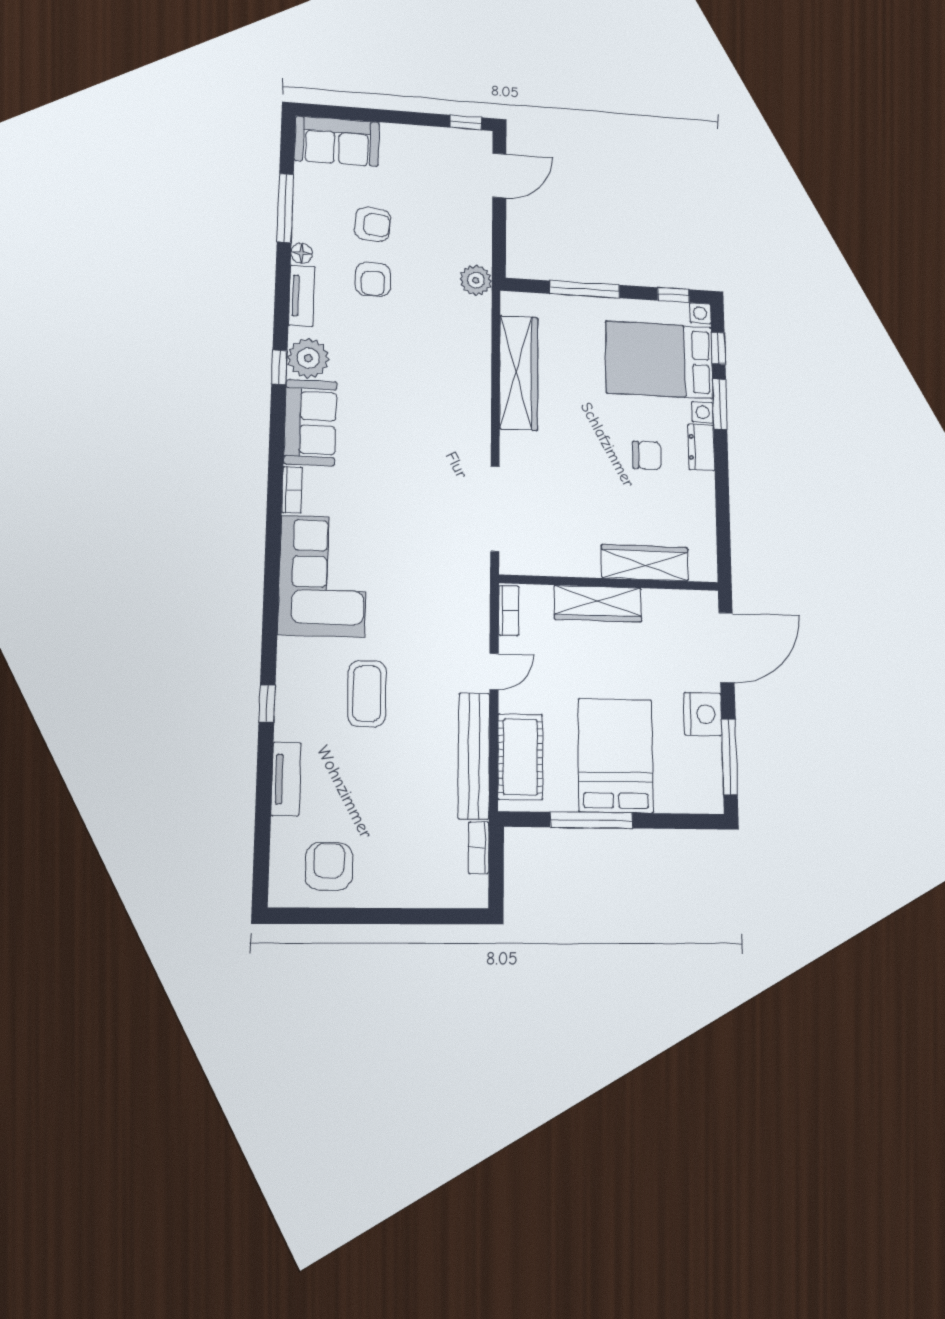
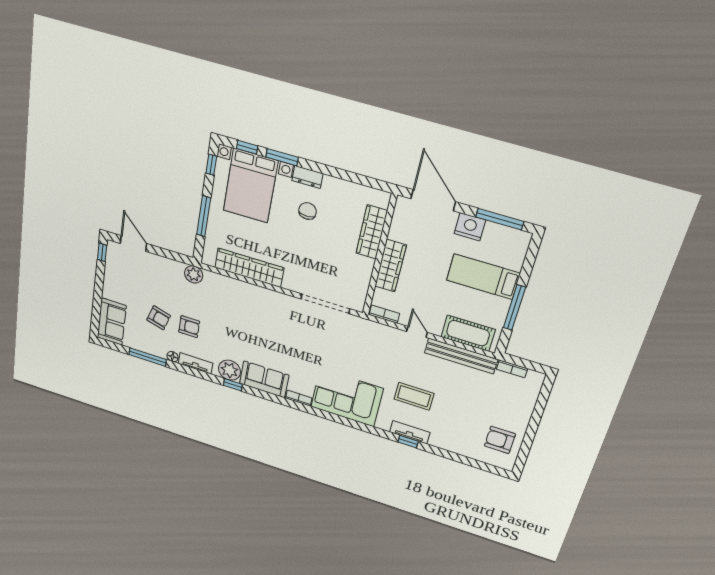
armchair: (372, 224) -> (159, 318), turned 101
bed: (616, 756) -> (483, 277), width x0.67
tv unit: (286, 779) -> (410, 432), moved

